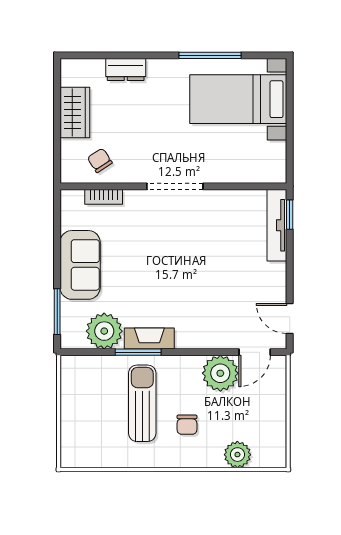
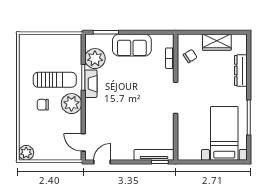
dresser: (126, 69) -> (241, 71), width x1.44
plant: (220, 373) -> (71, 104), moved
plant: (237, 455) -> (26, 153), moved

